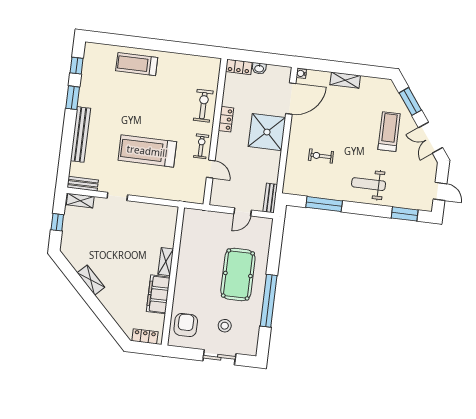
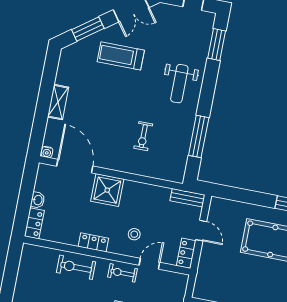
shower: (267, 132) -> (107, 190), width x0.73, depth x0.73
stool: (235, 154) -> (134, 234), added
locker: (222, 200) -> (186, 253), added

